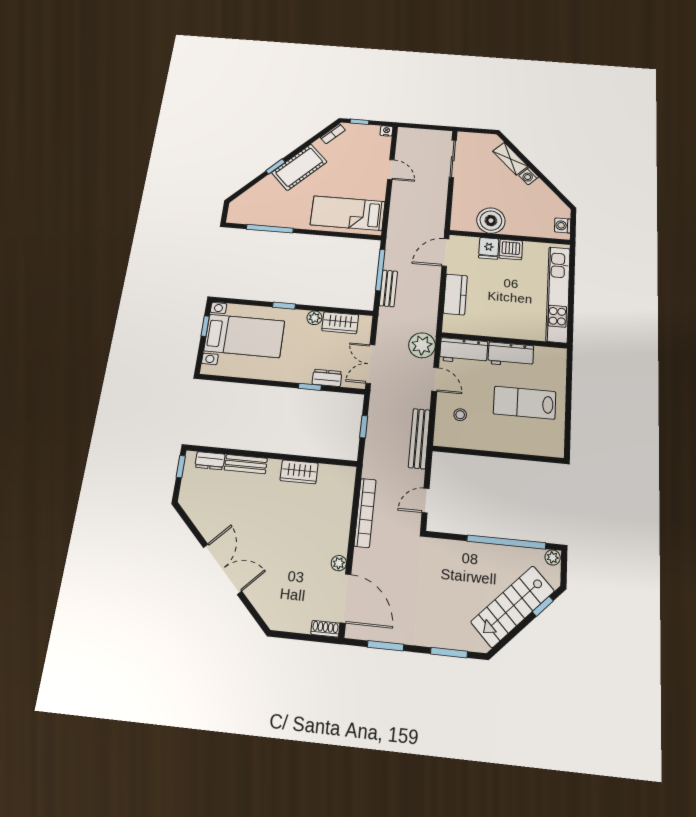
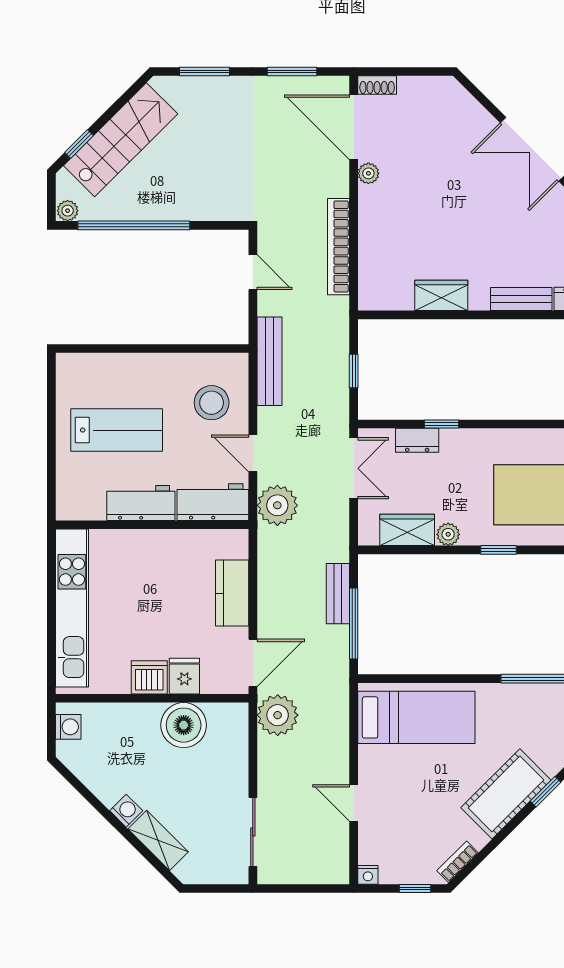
plant: (432, 221) -> (278, 715), added
stool: (460, 415) -> (212, 403), width x1.89, depth x1.89
door: (426, 500) -> (253, 272), hinge flipped

